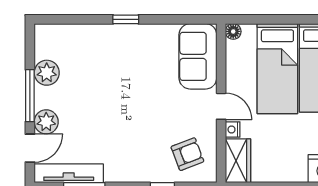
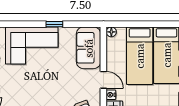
window: (126, 19) -> (54, 24), moved
corner sofa: (109, 53) -> (32, 45), added

